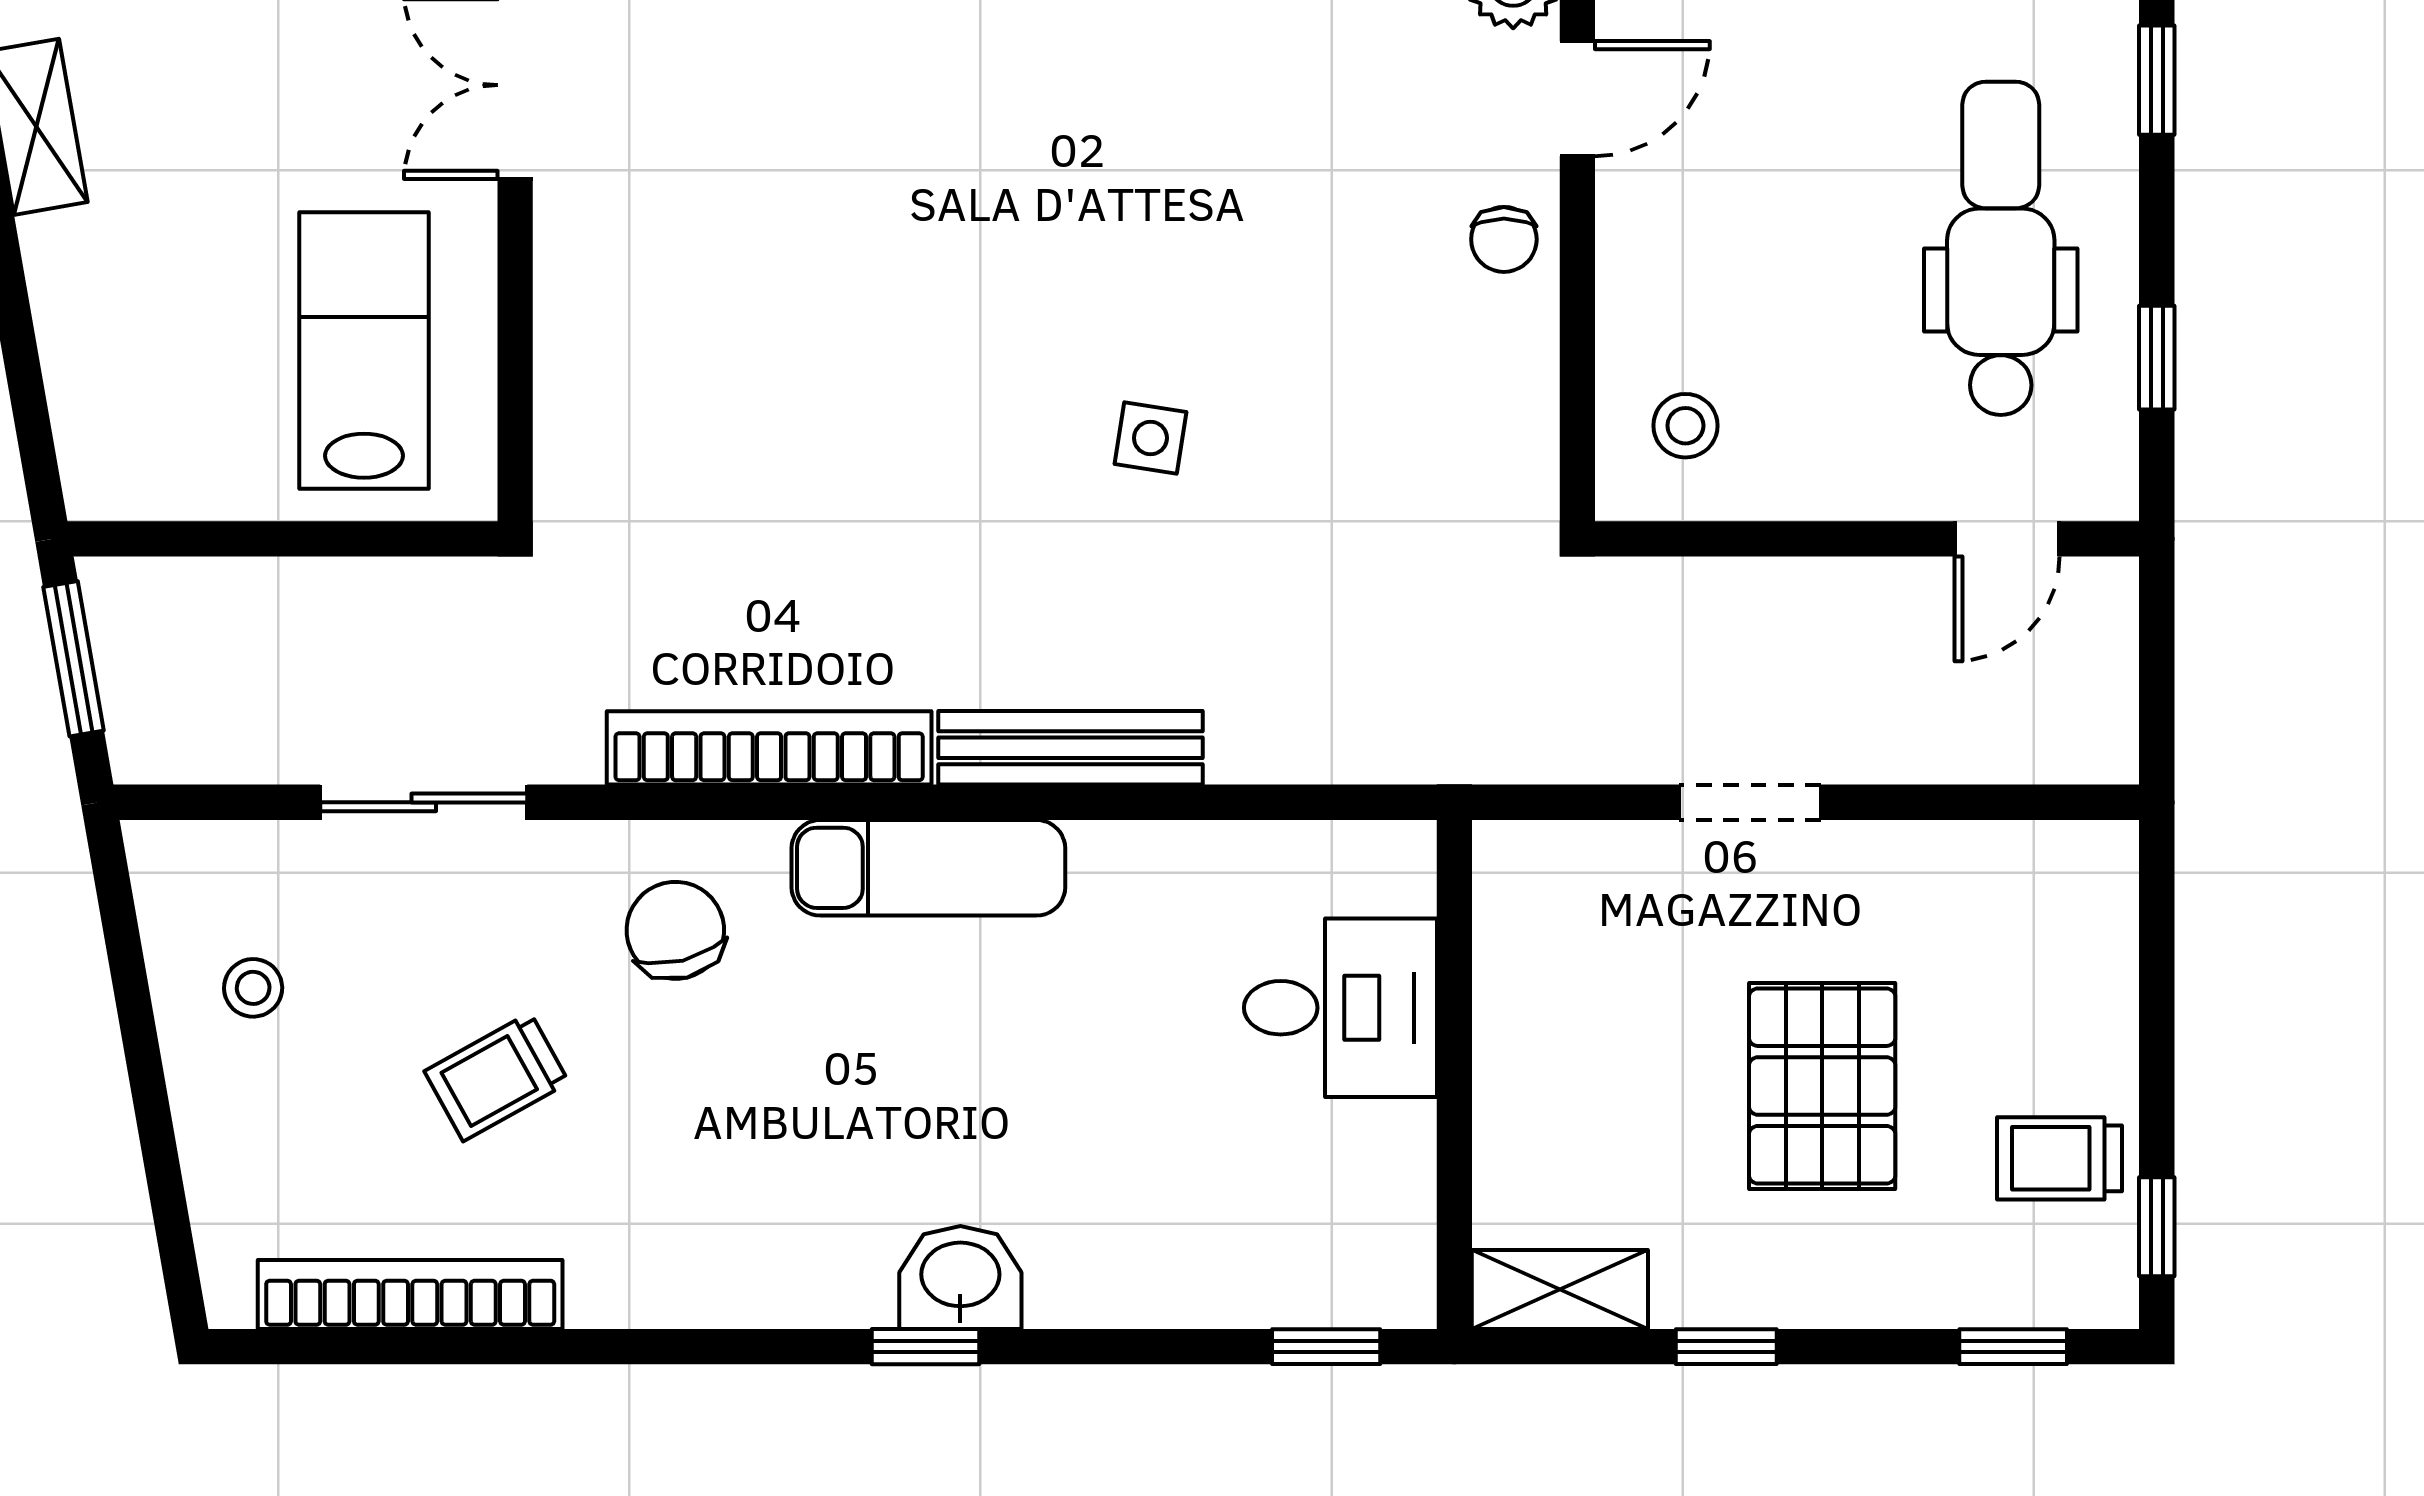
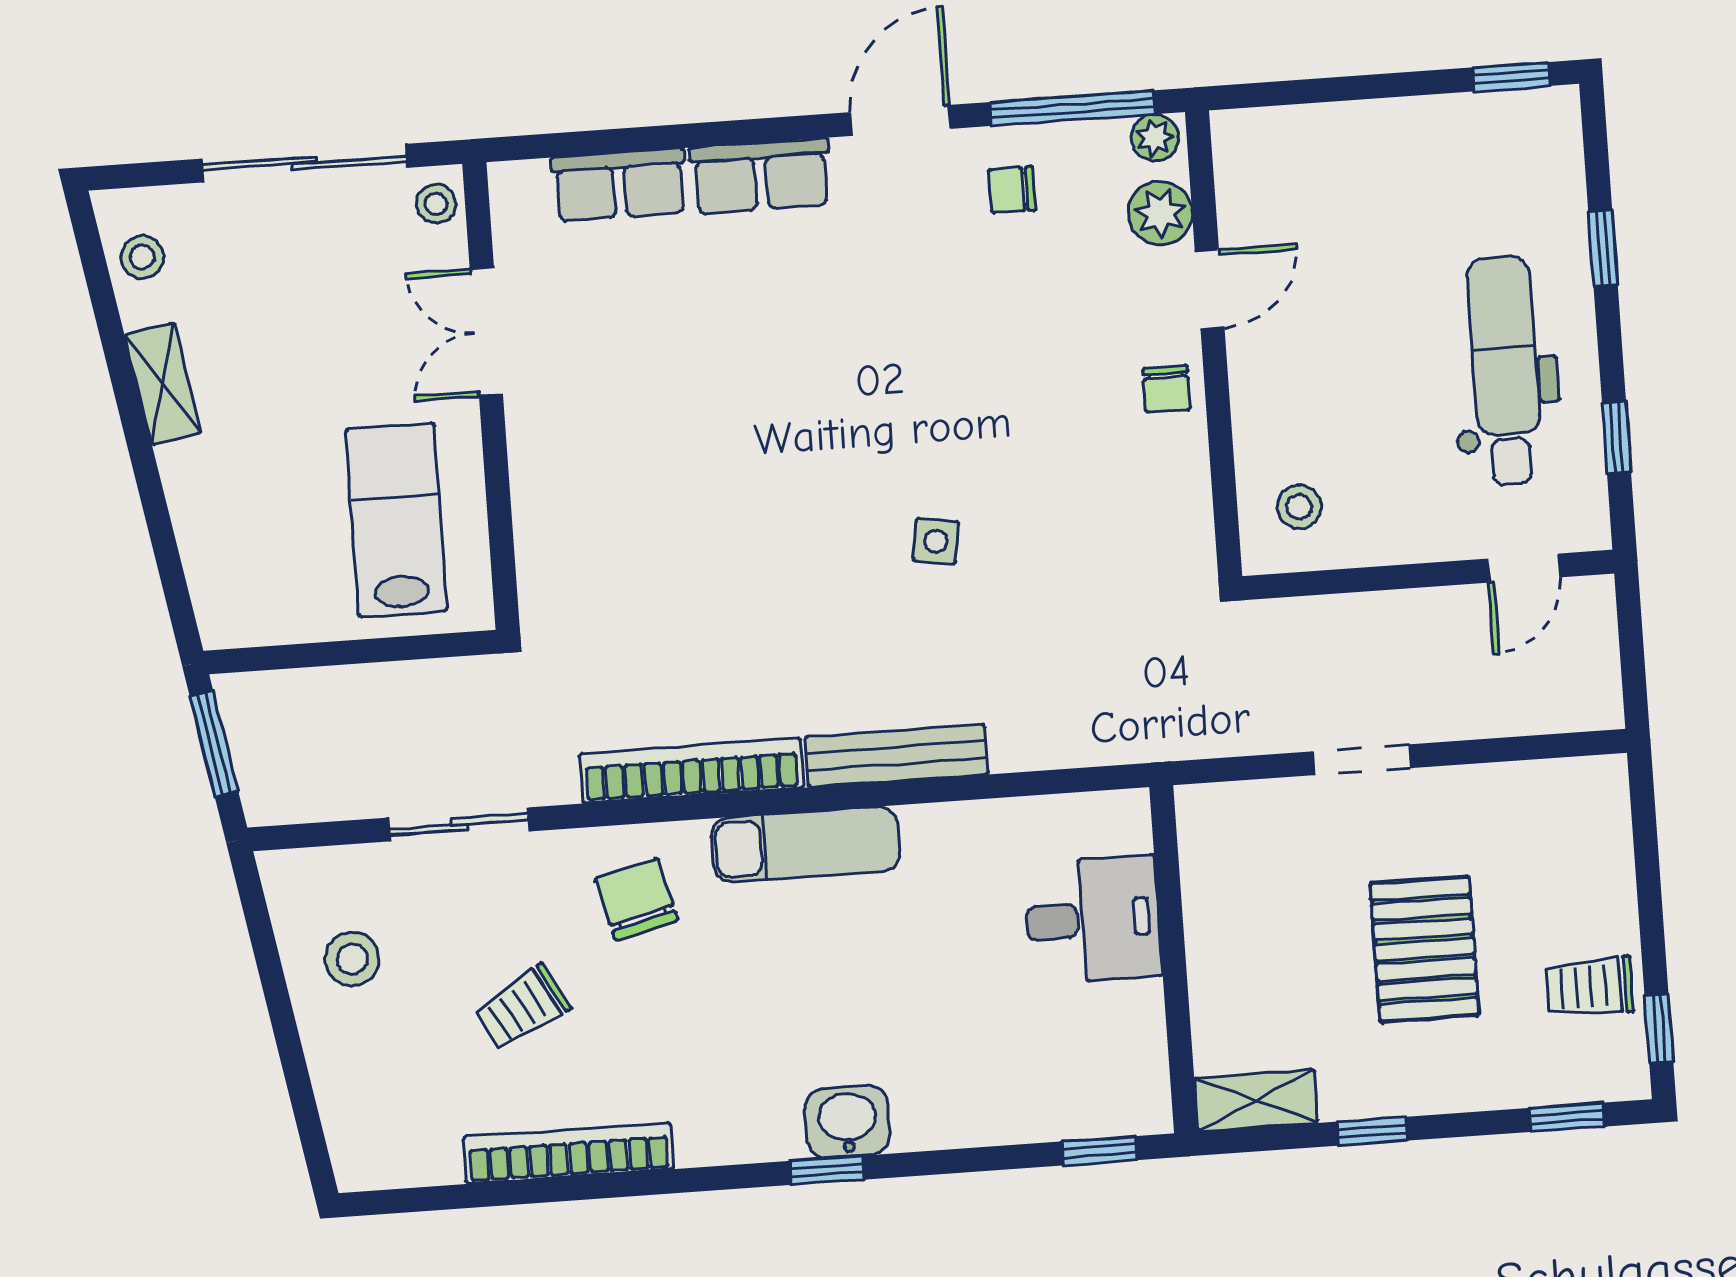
stool: (253, 988) -> (352, 959), width x1.37, depth x1.37
bookcase: (410, 1294) -> (568, 1153), moved

